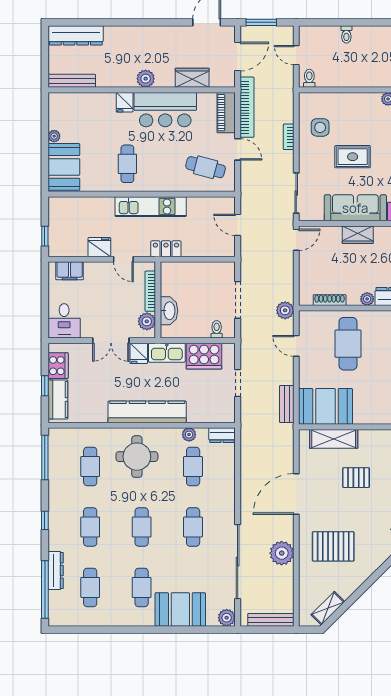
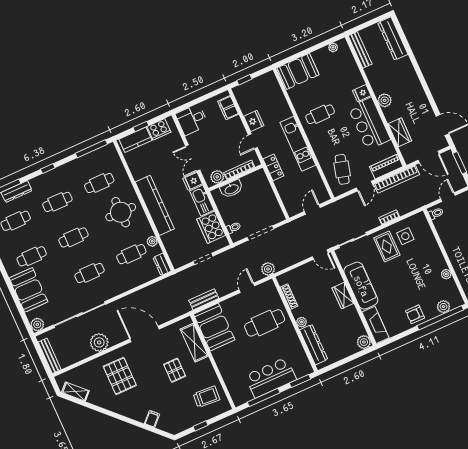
plant: (54, 136) -> (333, 47), moved
rug: (353, 157) -> (387, 247), moved

